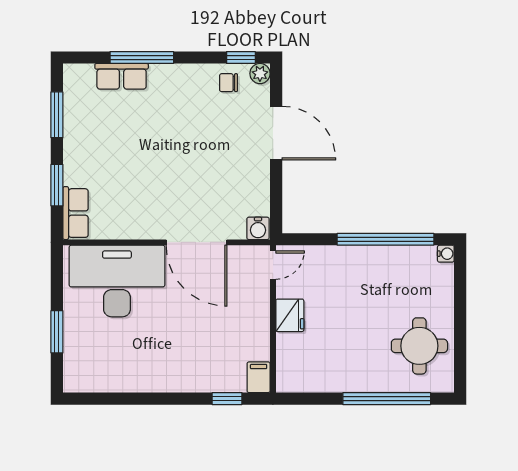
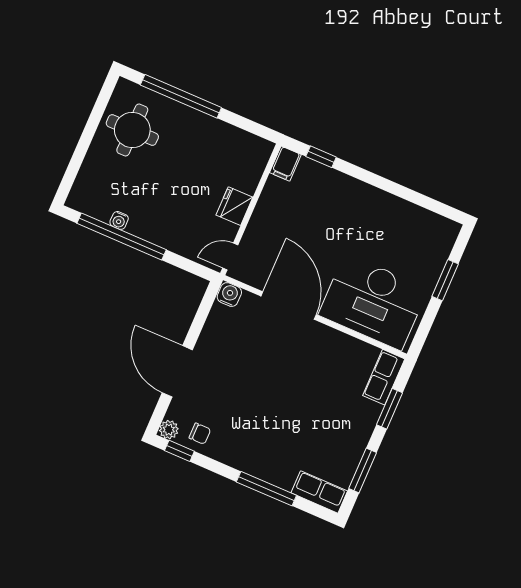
row of seats: (122, 76) -> (319, 492), moved
water cooler: (446, 254) -> (119, 220), moved, turned -90

